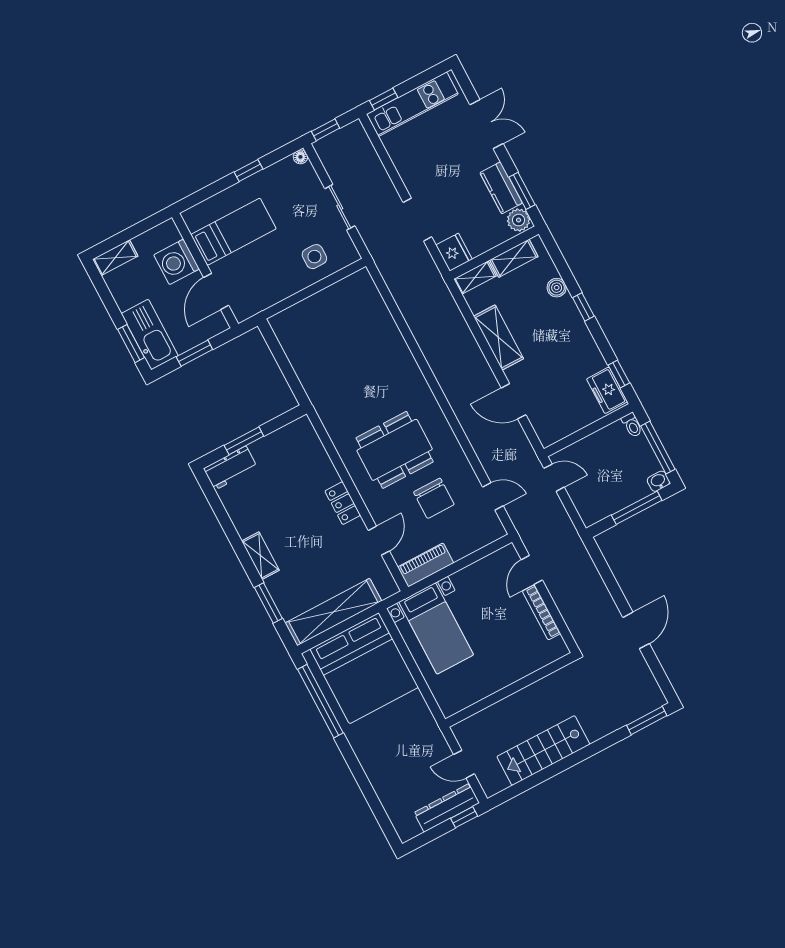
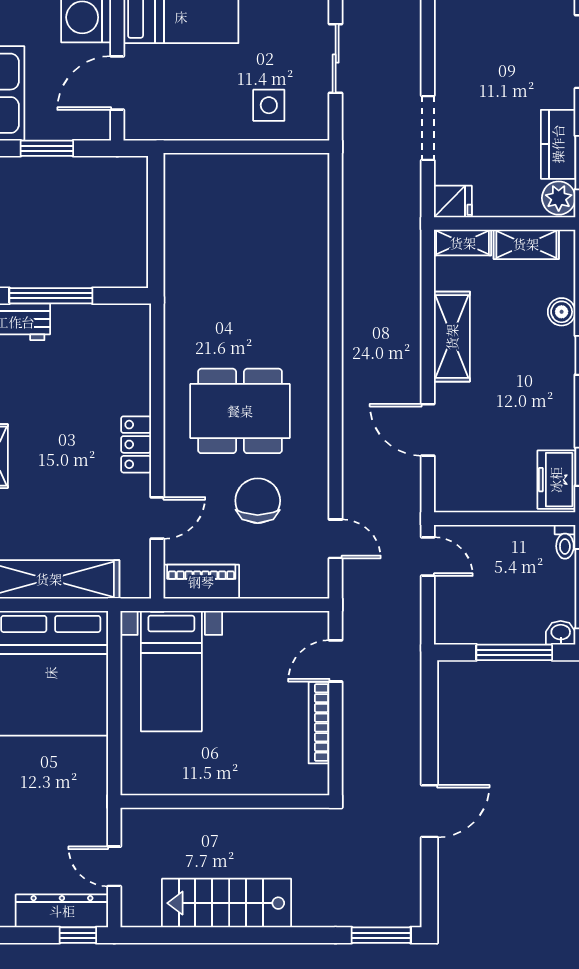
fridge: (454, 252) -> (453, 201), width x0.72
window: (244, 441) -> (51, 296), width x1.44
chair: (434, 498) -> (258, 501), turned 180

